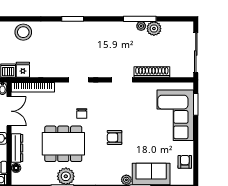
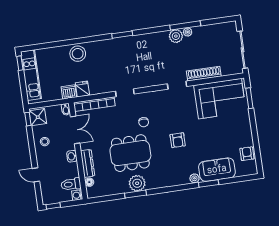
plant: (154, 29) -> (176, 36), moved
doorway: (79, 80) -> (125, 93), moved
corner sofa: (175, 115) -> (220, 99), moved, turned -90
armchair: (115, 137) -> (178, 140), turned -90

